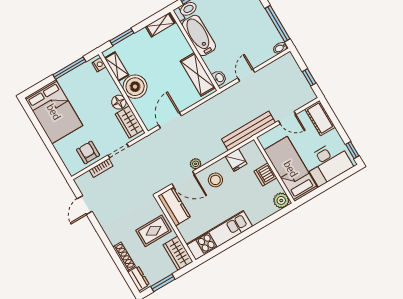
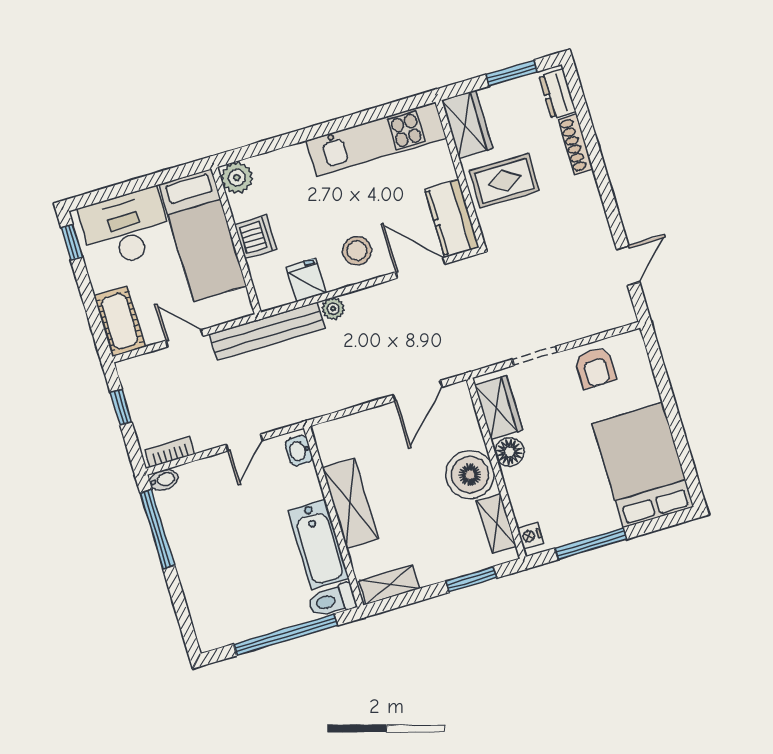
shelving: (198, 74) -> (350, 503), moved
plant: (196, 164) -> (333, 309), moved
bookcase: (101, 168) -> (170, 452), moved

